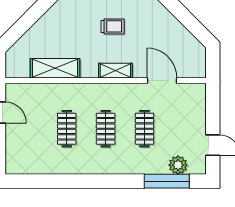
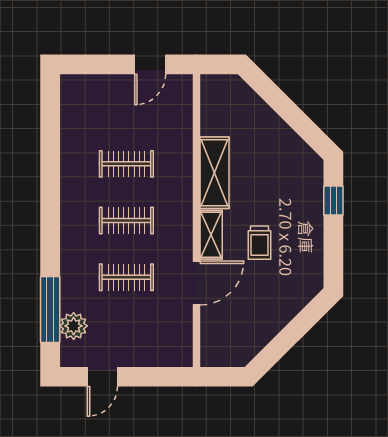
trolley: (113, 26) -> (259, 243), moved
shelving: (55, 68) -> (215, 173), moved
door: (162, 81) -> (197, 283), moved

